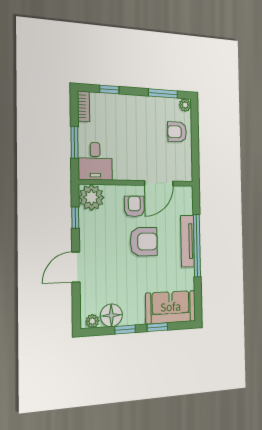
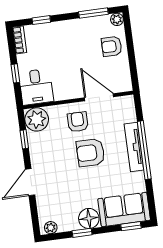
window: (74, 142) -> (15, 73), width x0.67
door: (159, 183) -> (99, 97), swing flipped
armchair: (144, 242) -> (90, 153), turned 180
floor lamp: (111, 315) -> (89, 218), moved
window: (157, 327) -> (131, 226), moved

